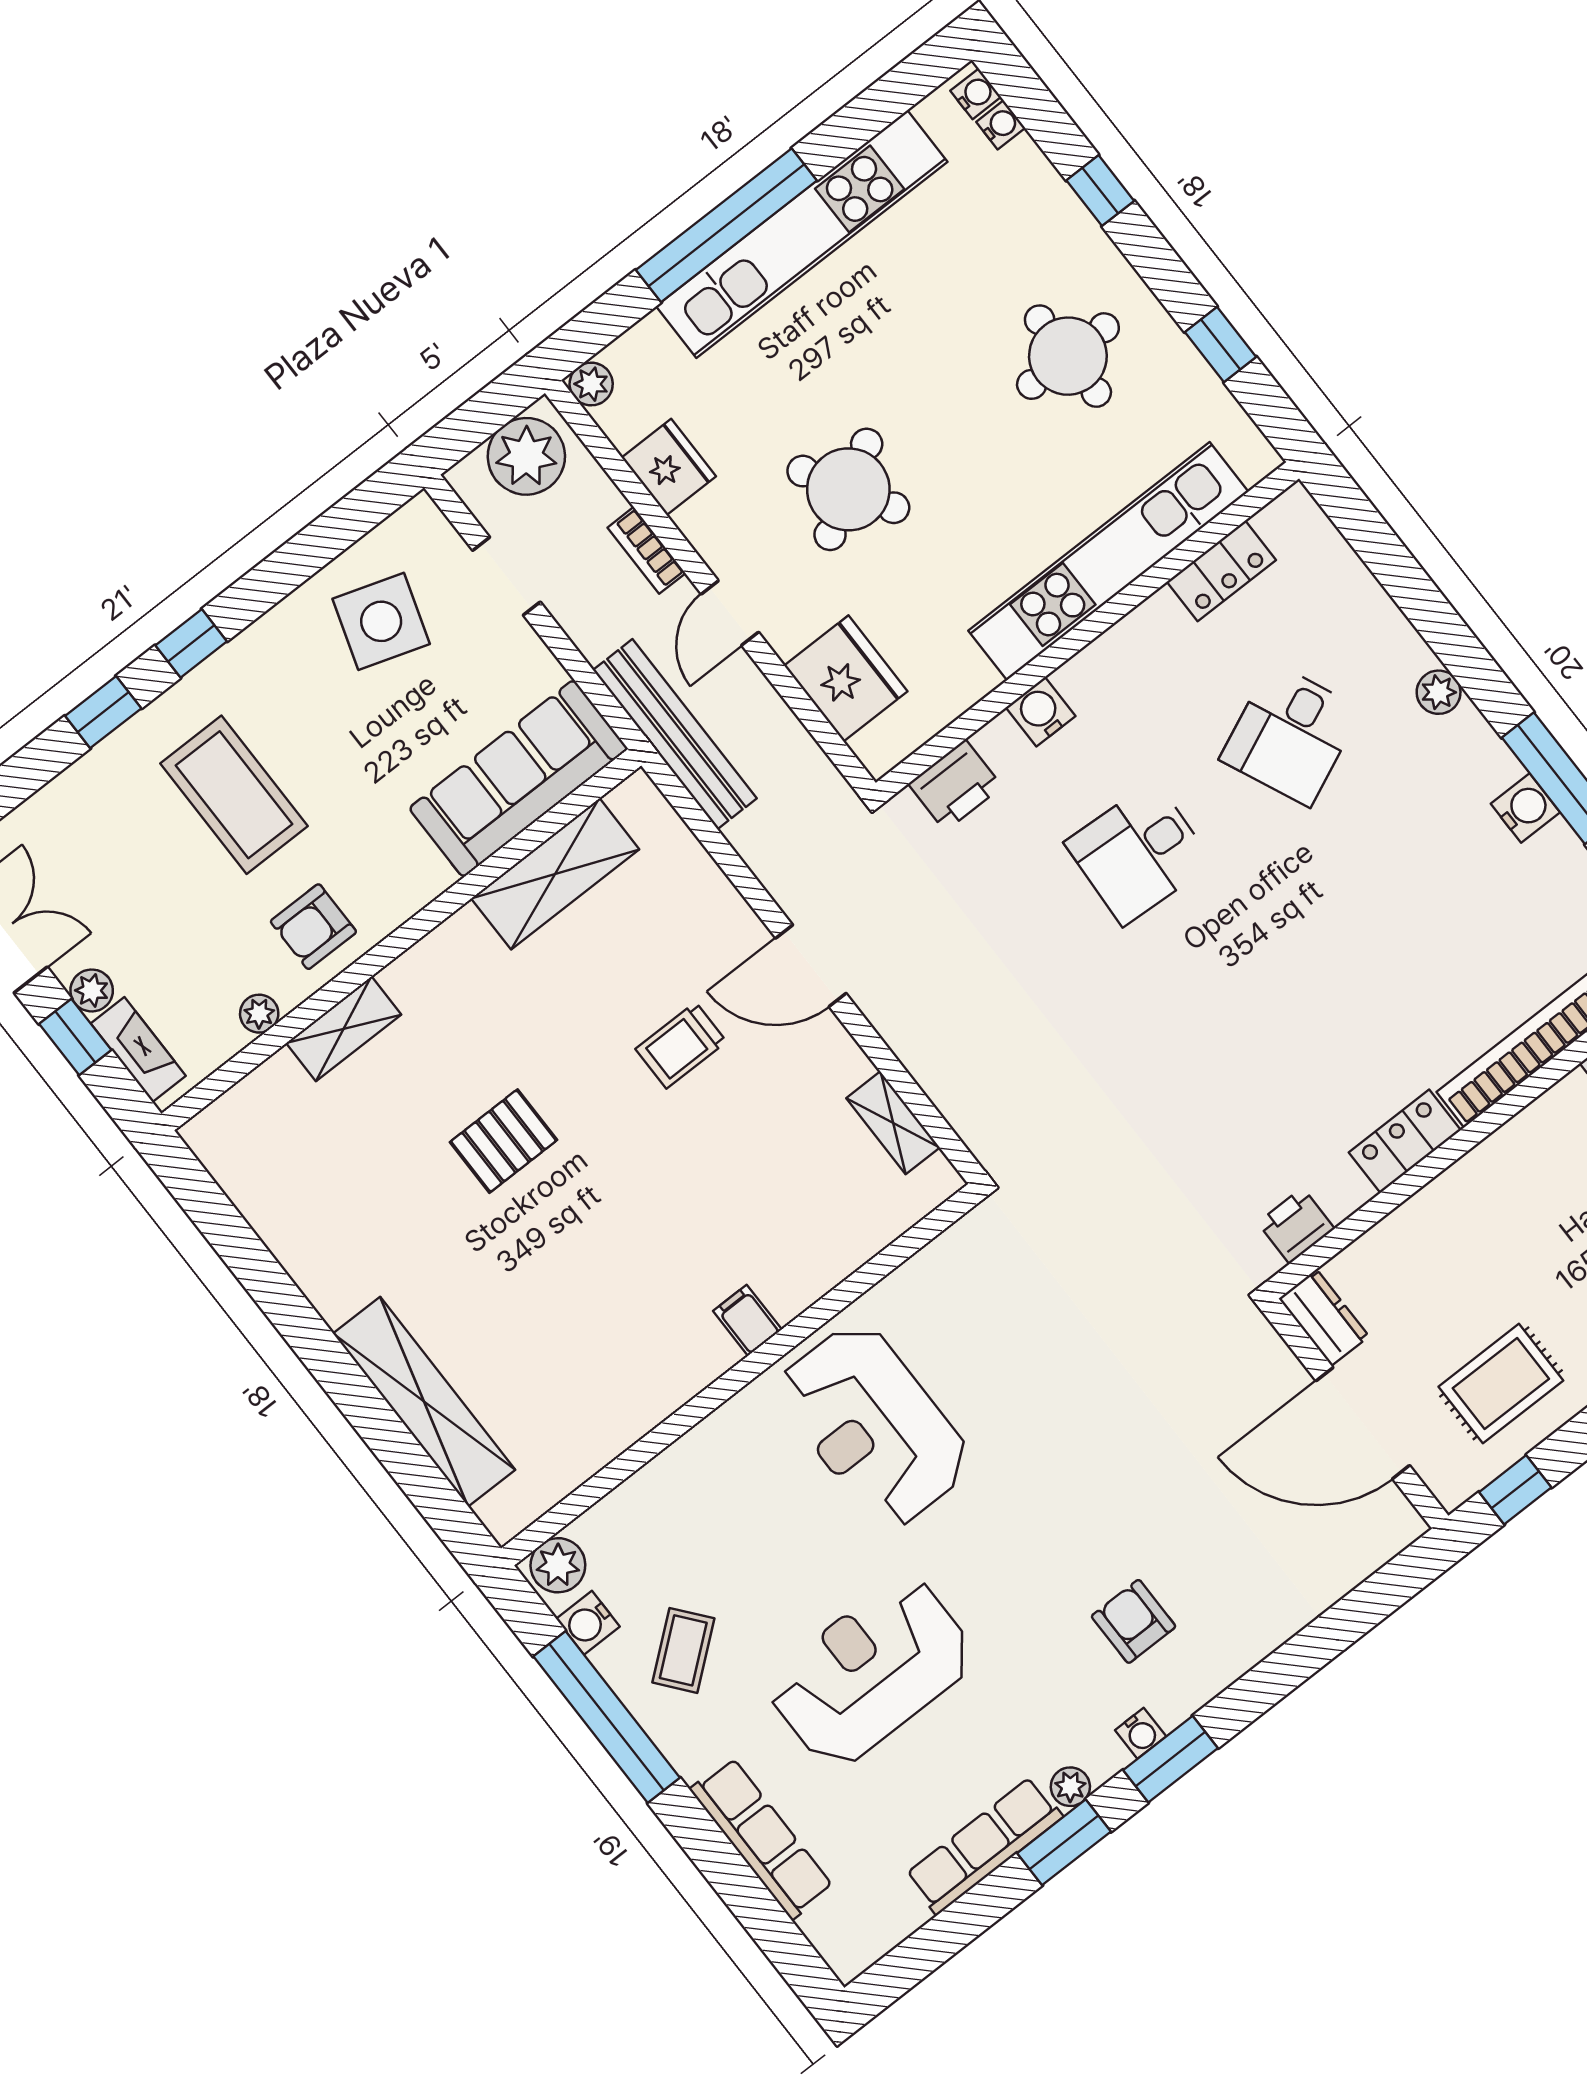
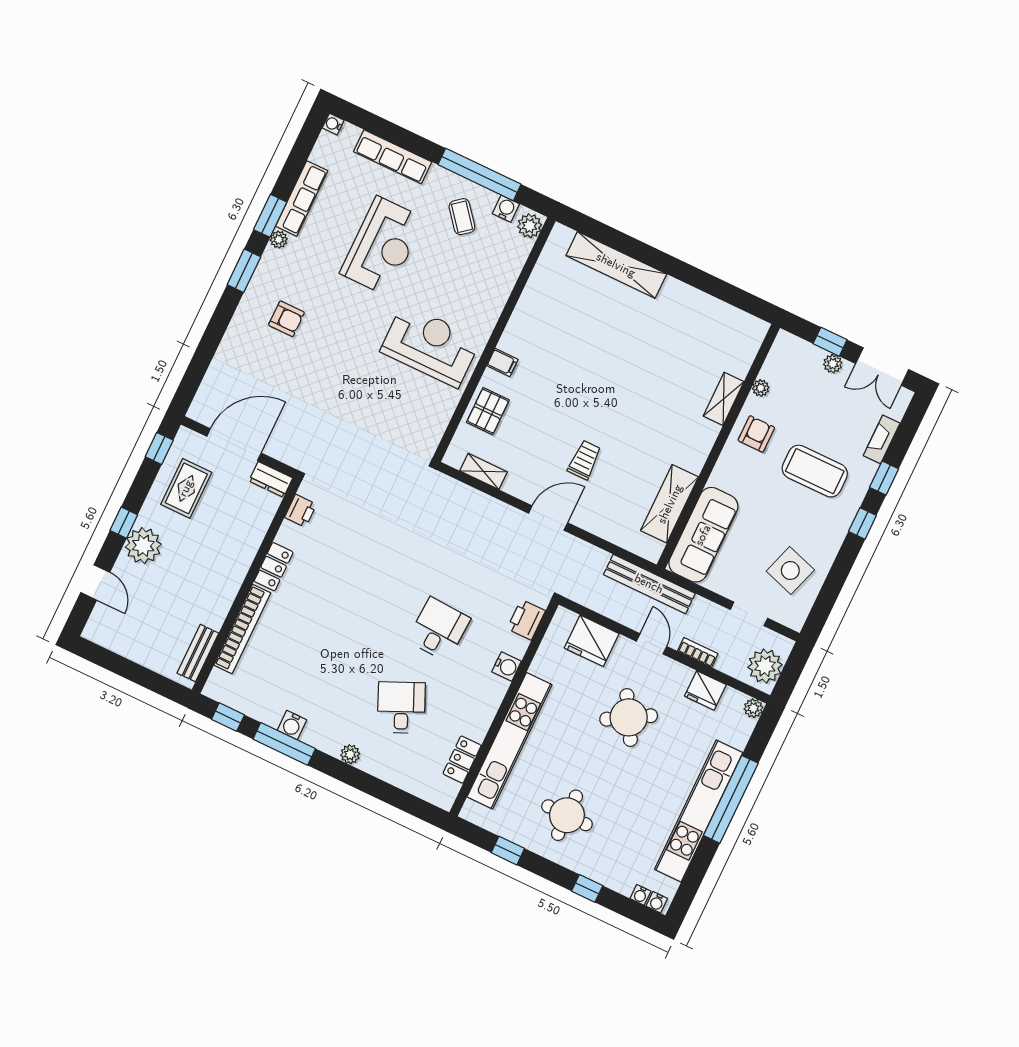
fireplace: (138, 1050) -> (882, 439), moved, turned 90
pallet: (503, 1141) -> (488, 411), moved
water cooler: (1141, 1733) -> (333, 124), moved

